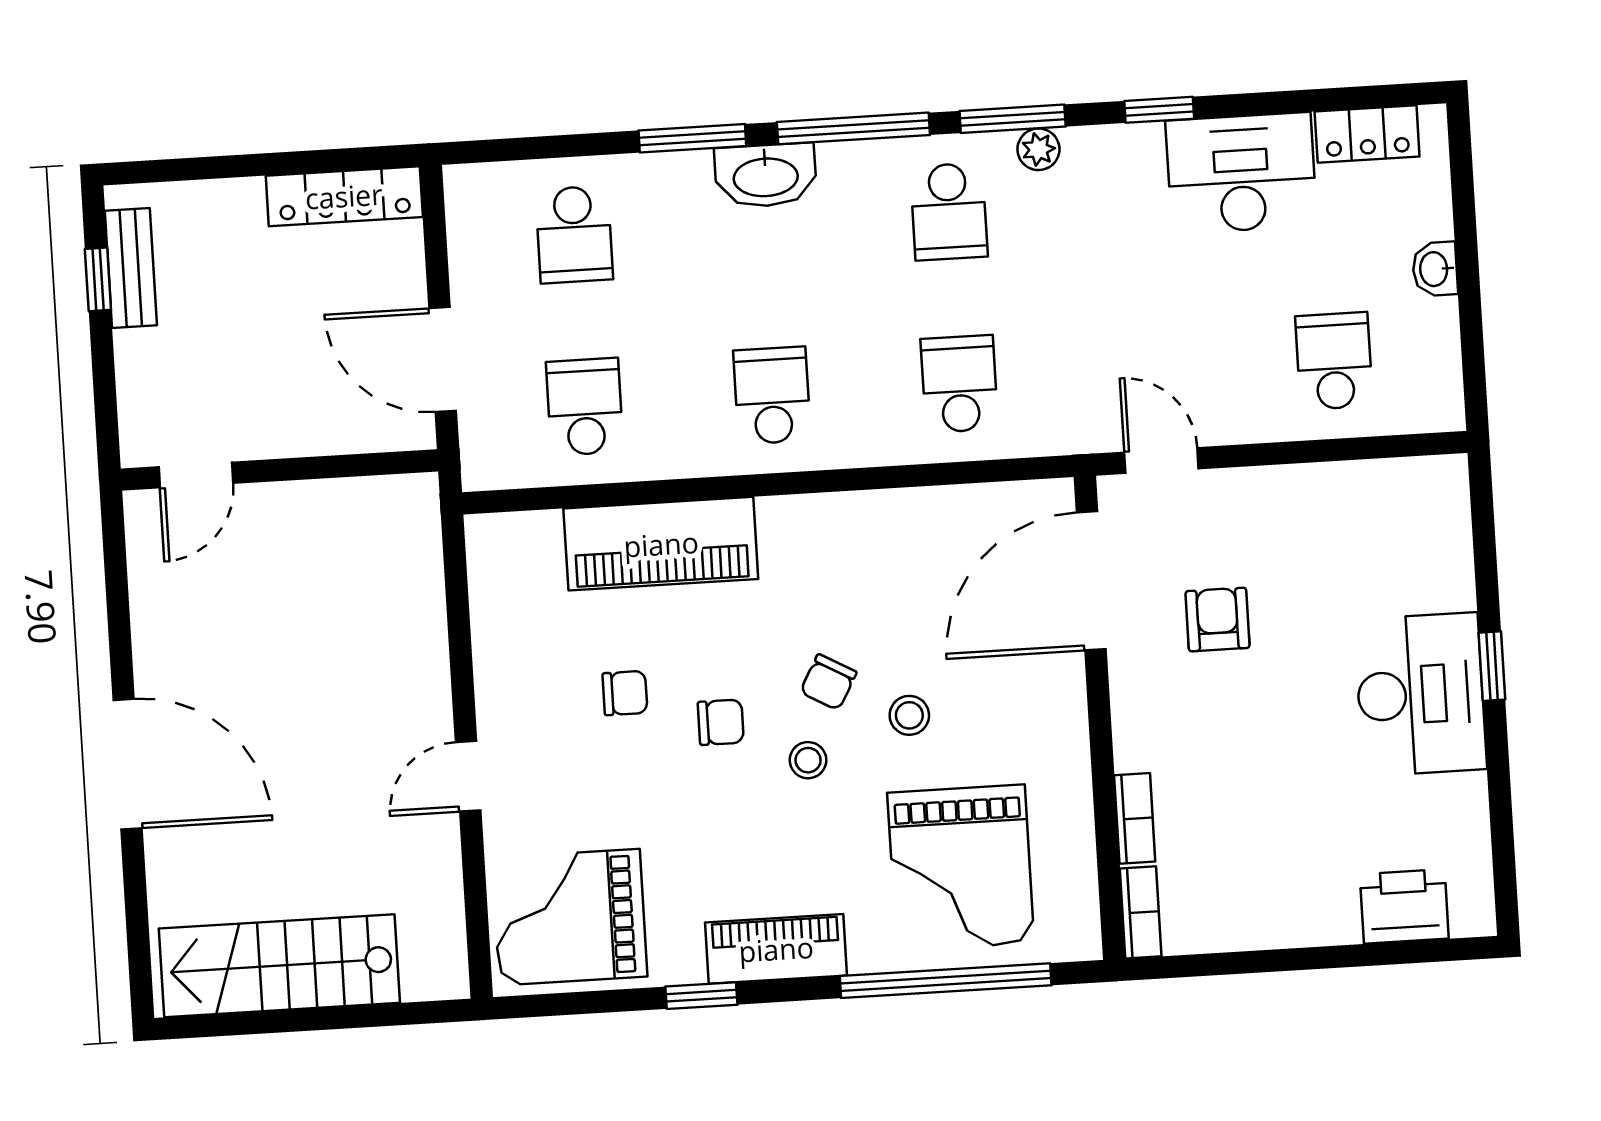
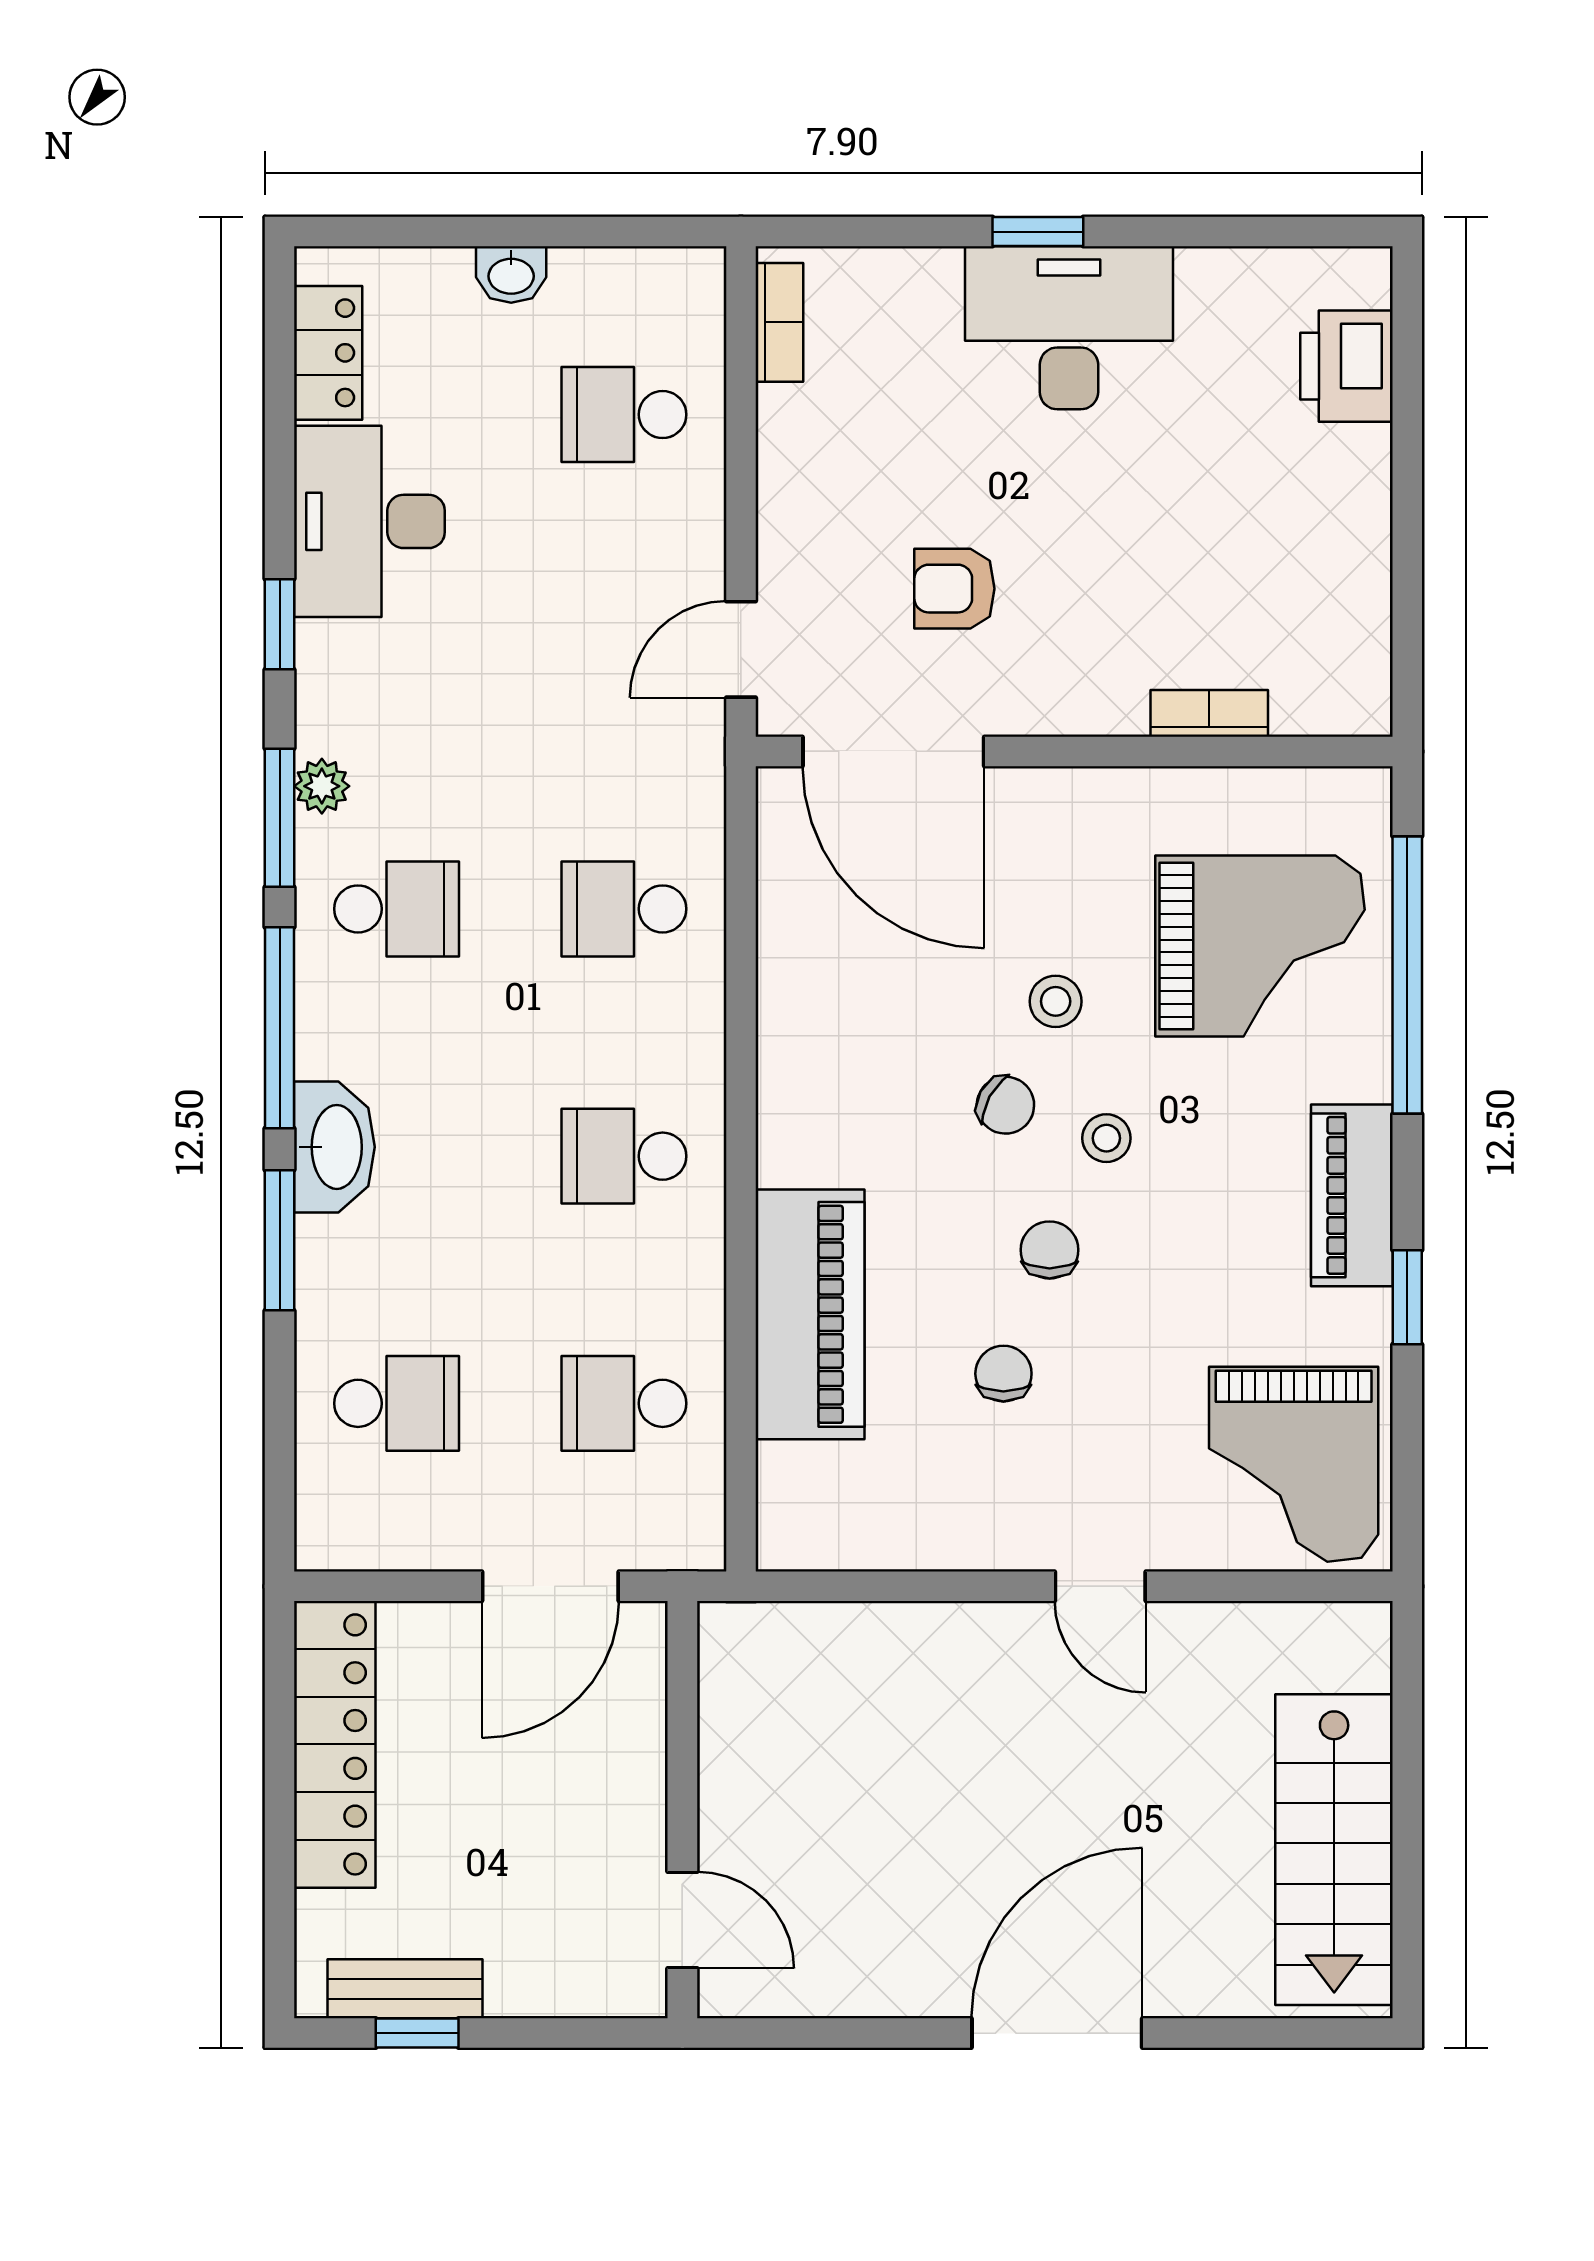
locker: (344, 196) -> (335, 1744), width x1.41, depth x1.21
bookcase: (1141, 912) -> (779, 322), moved, turned 90

